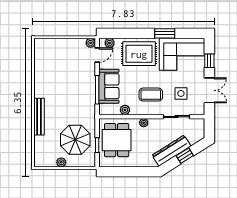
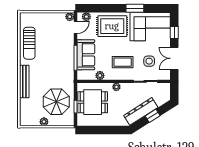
sun lounger: (45, 73) -> (29, 43), added
double door: (209, 90) -> (174, 58), swing flipped
dining table: (117, 140) -> (93, 102), turned 90

